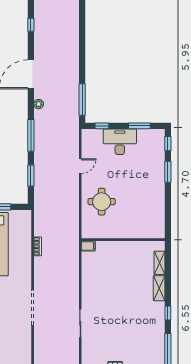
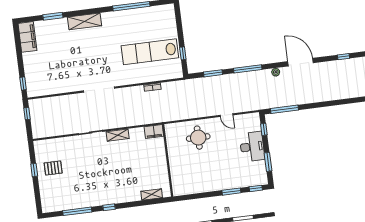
filing cabinet: (88, 246) -> (154, 132), width x2.00
shelving: (159, 288) -> (118, 135), moved

